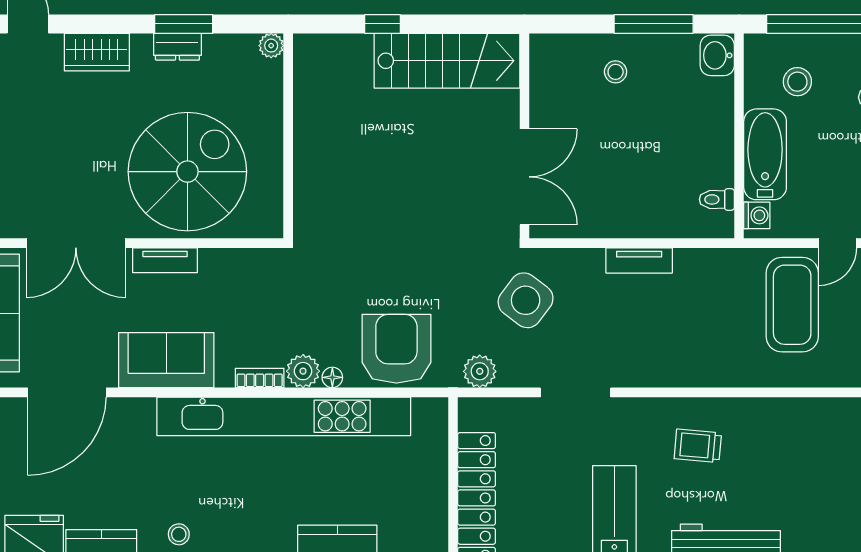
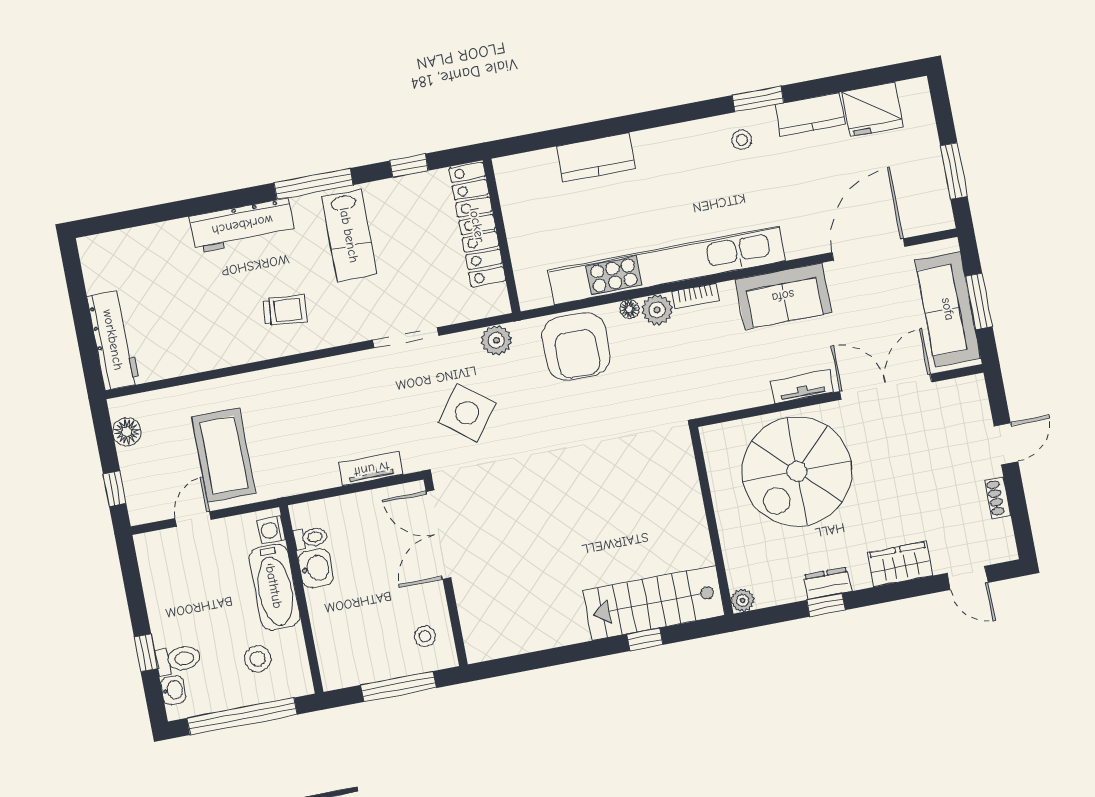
window: (184, 24) -> (826, 605), width x0.67
washbasin: (717, 55) -> (316, 568), moved
stairs: (447, 61) -> (654, 603), moved
wall: (524, 136) -> (446, 572), moved
double door: (524, 177) -> (438, 535), moved

